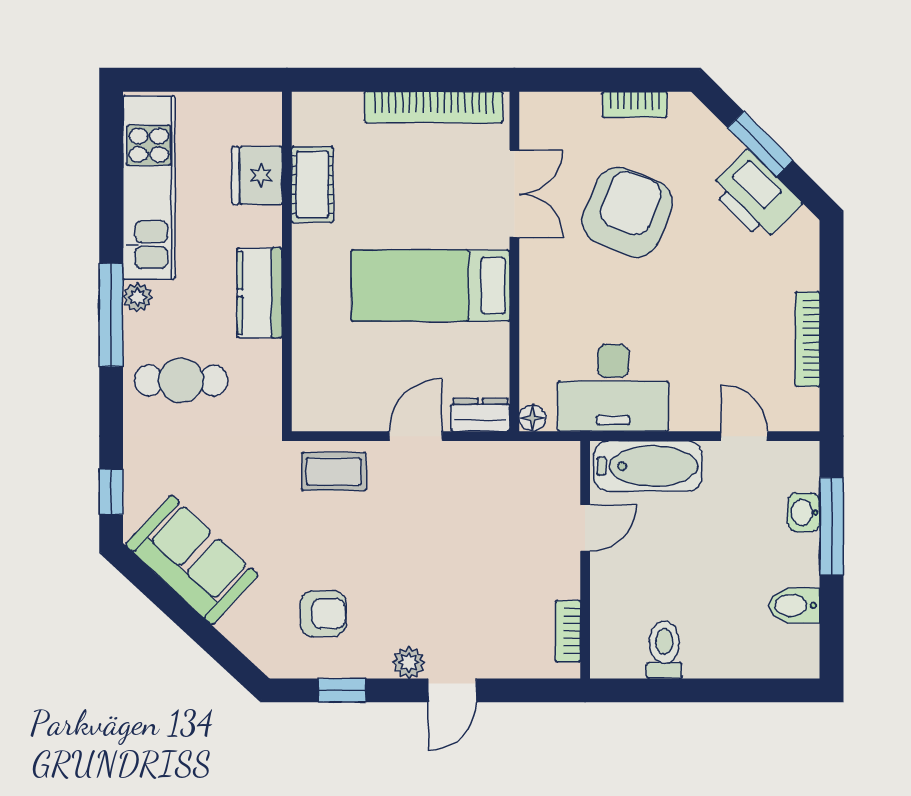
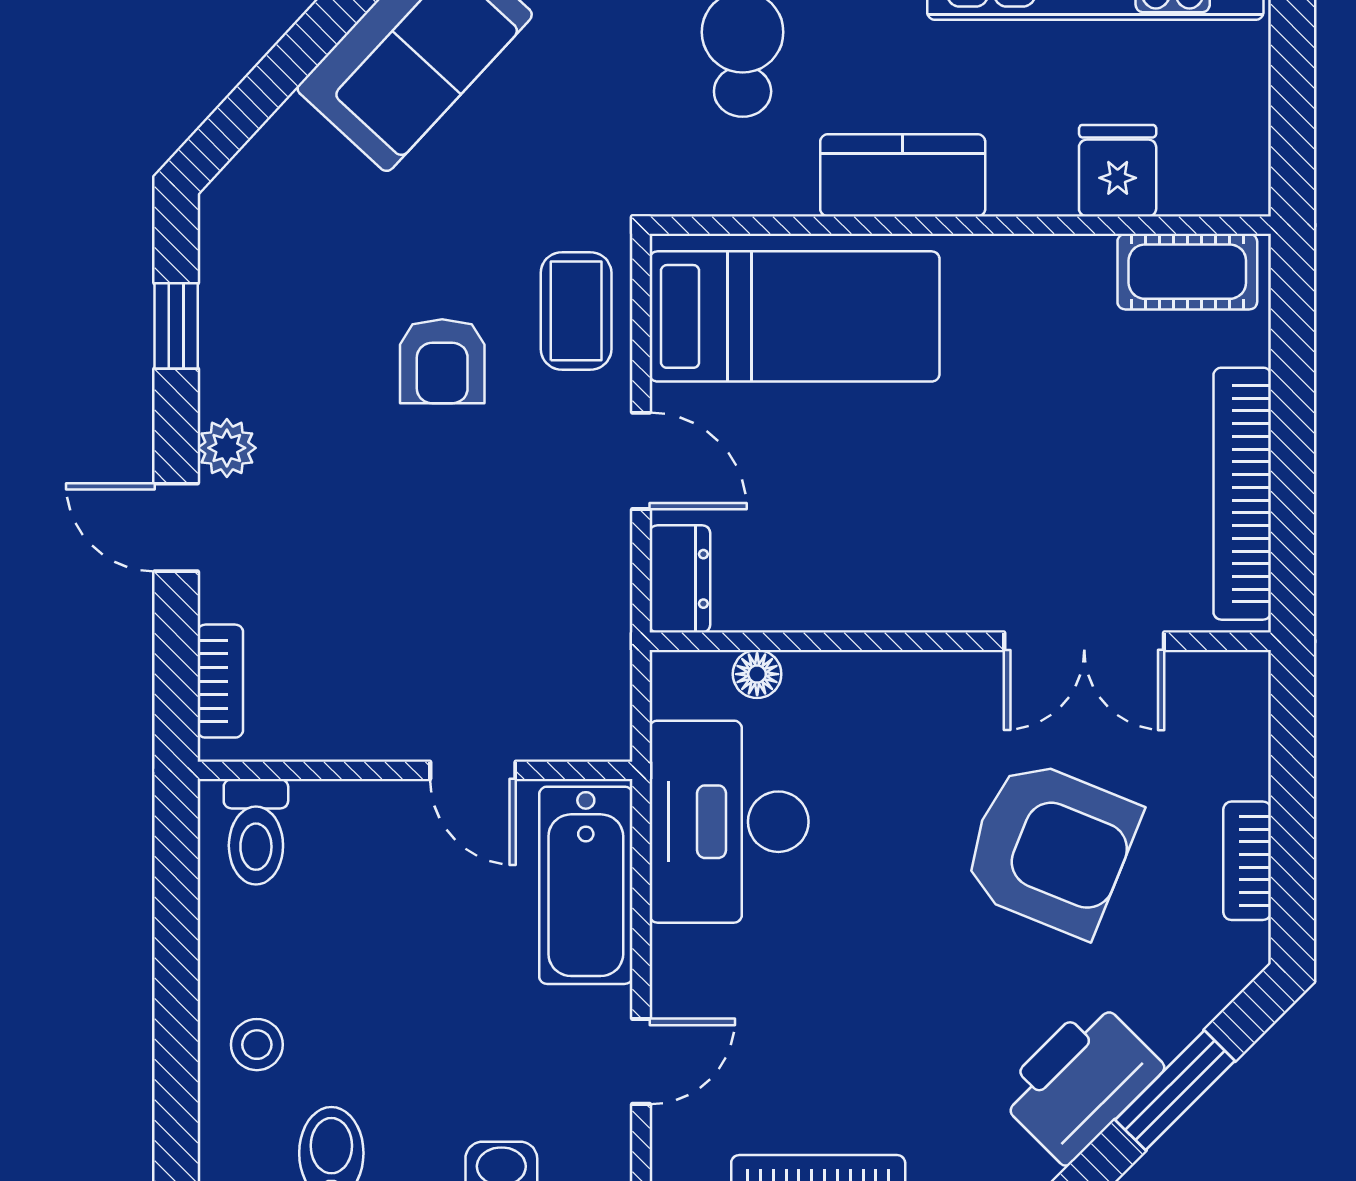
fridge: (257, 175) -> (1118, 171), width x0.72
cot: (312, 185) -> (1187, 272), moved
bed: (431, 285) -> (794, 316), moved, turned 90
floor lamp: (532, 418) -> (757, 674), moved
armchair: (323, 614) -> (442, 361), moved
bookcase: (568, 631) -> (220, 681), moved, turned 90
stool: (735, 646) -> (257, 1045), added
toilet: (664, 650) -> (256, 832), moved, turned 90

